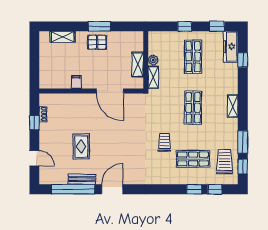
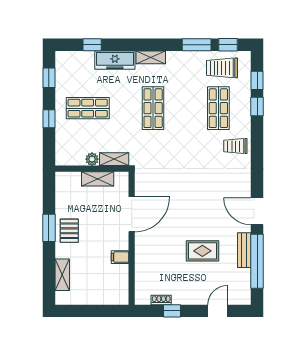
freezer: (231, 47) -> (115, 60), moved
shop shelf: (193, 108) -> (153, 108), turned 90
trolley: (164, 142) -> (235, 146), moved

